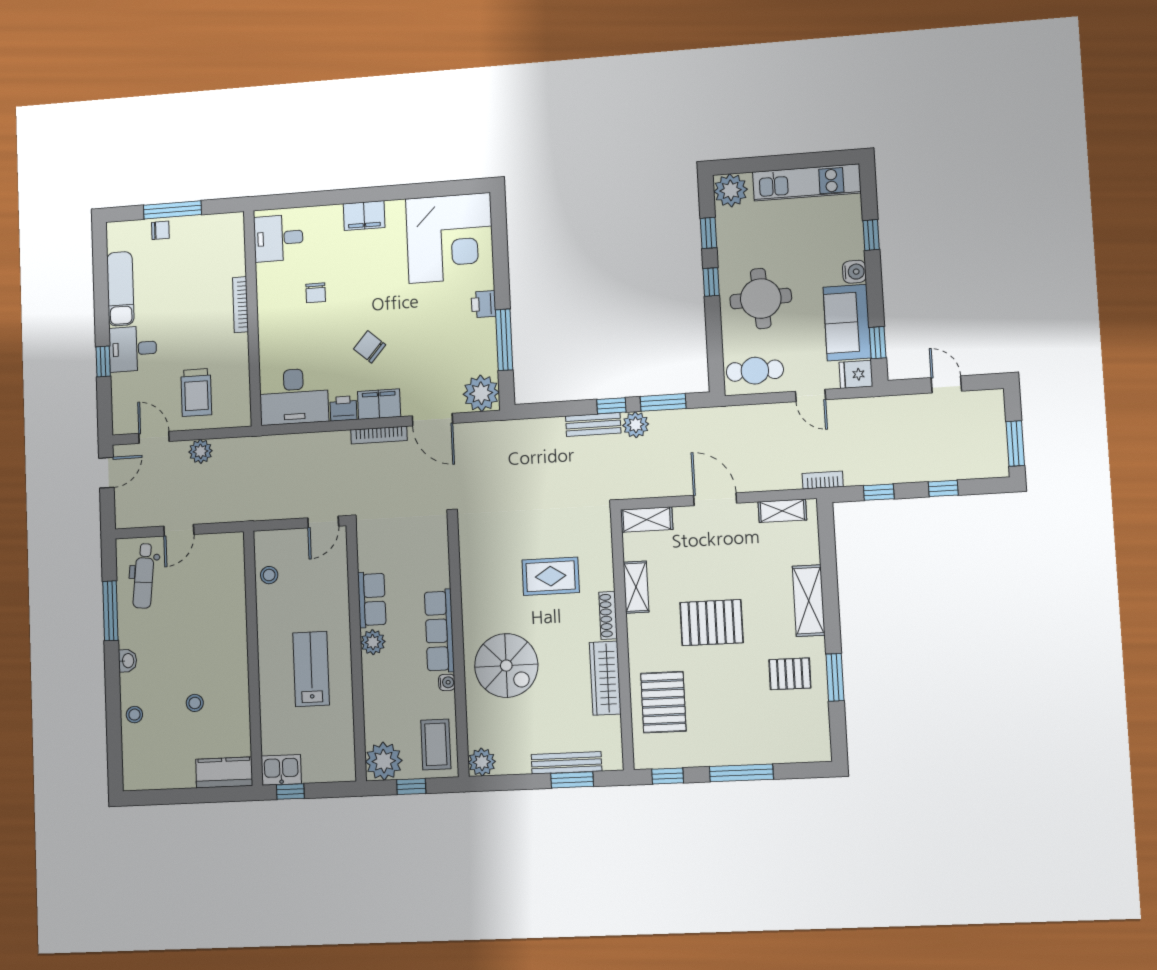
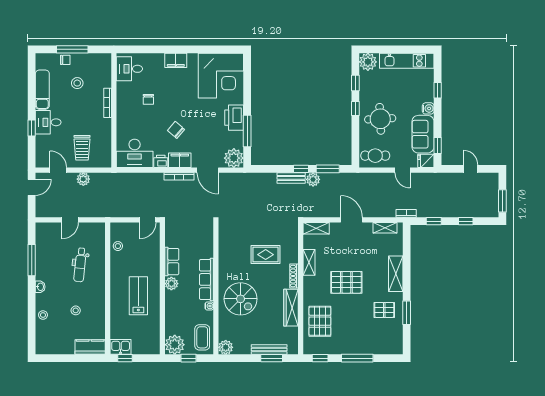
stool: (184, 272) -> (77, 83), added
printer: (484, 304) -> (234, 118), width x1.87, depth x1.48
dental chair: (144, 576) -> (80, 265), moved

